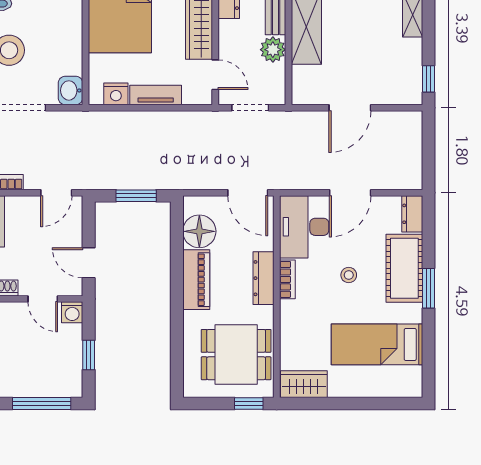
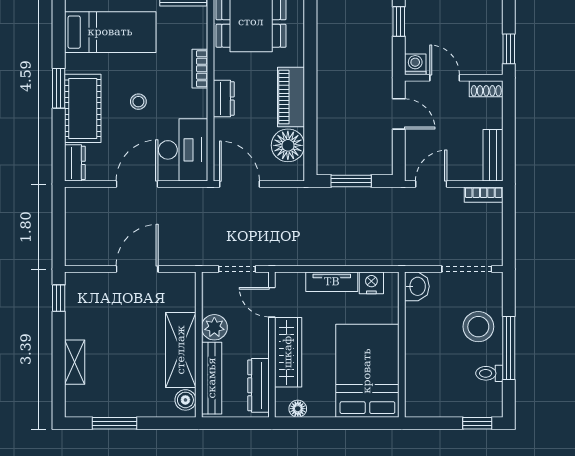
dresser: (264, 278) -> (224, 98), width x0.70
bookcase: (287, 279) -> (200, 69), moved

